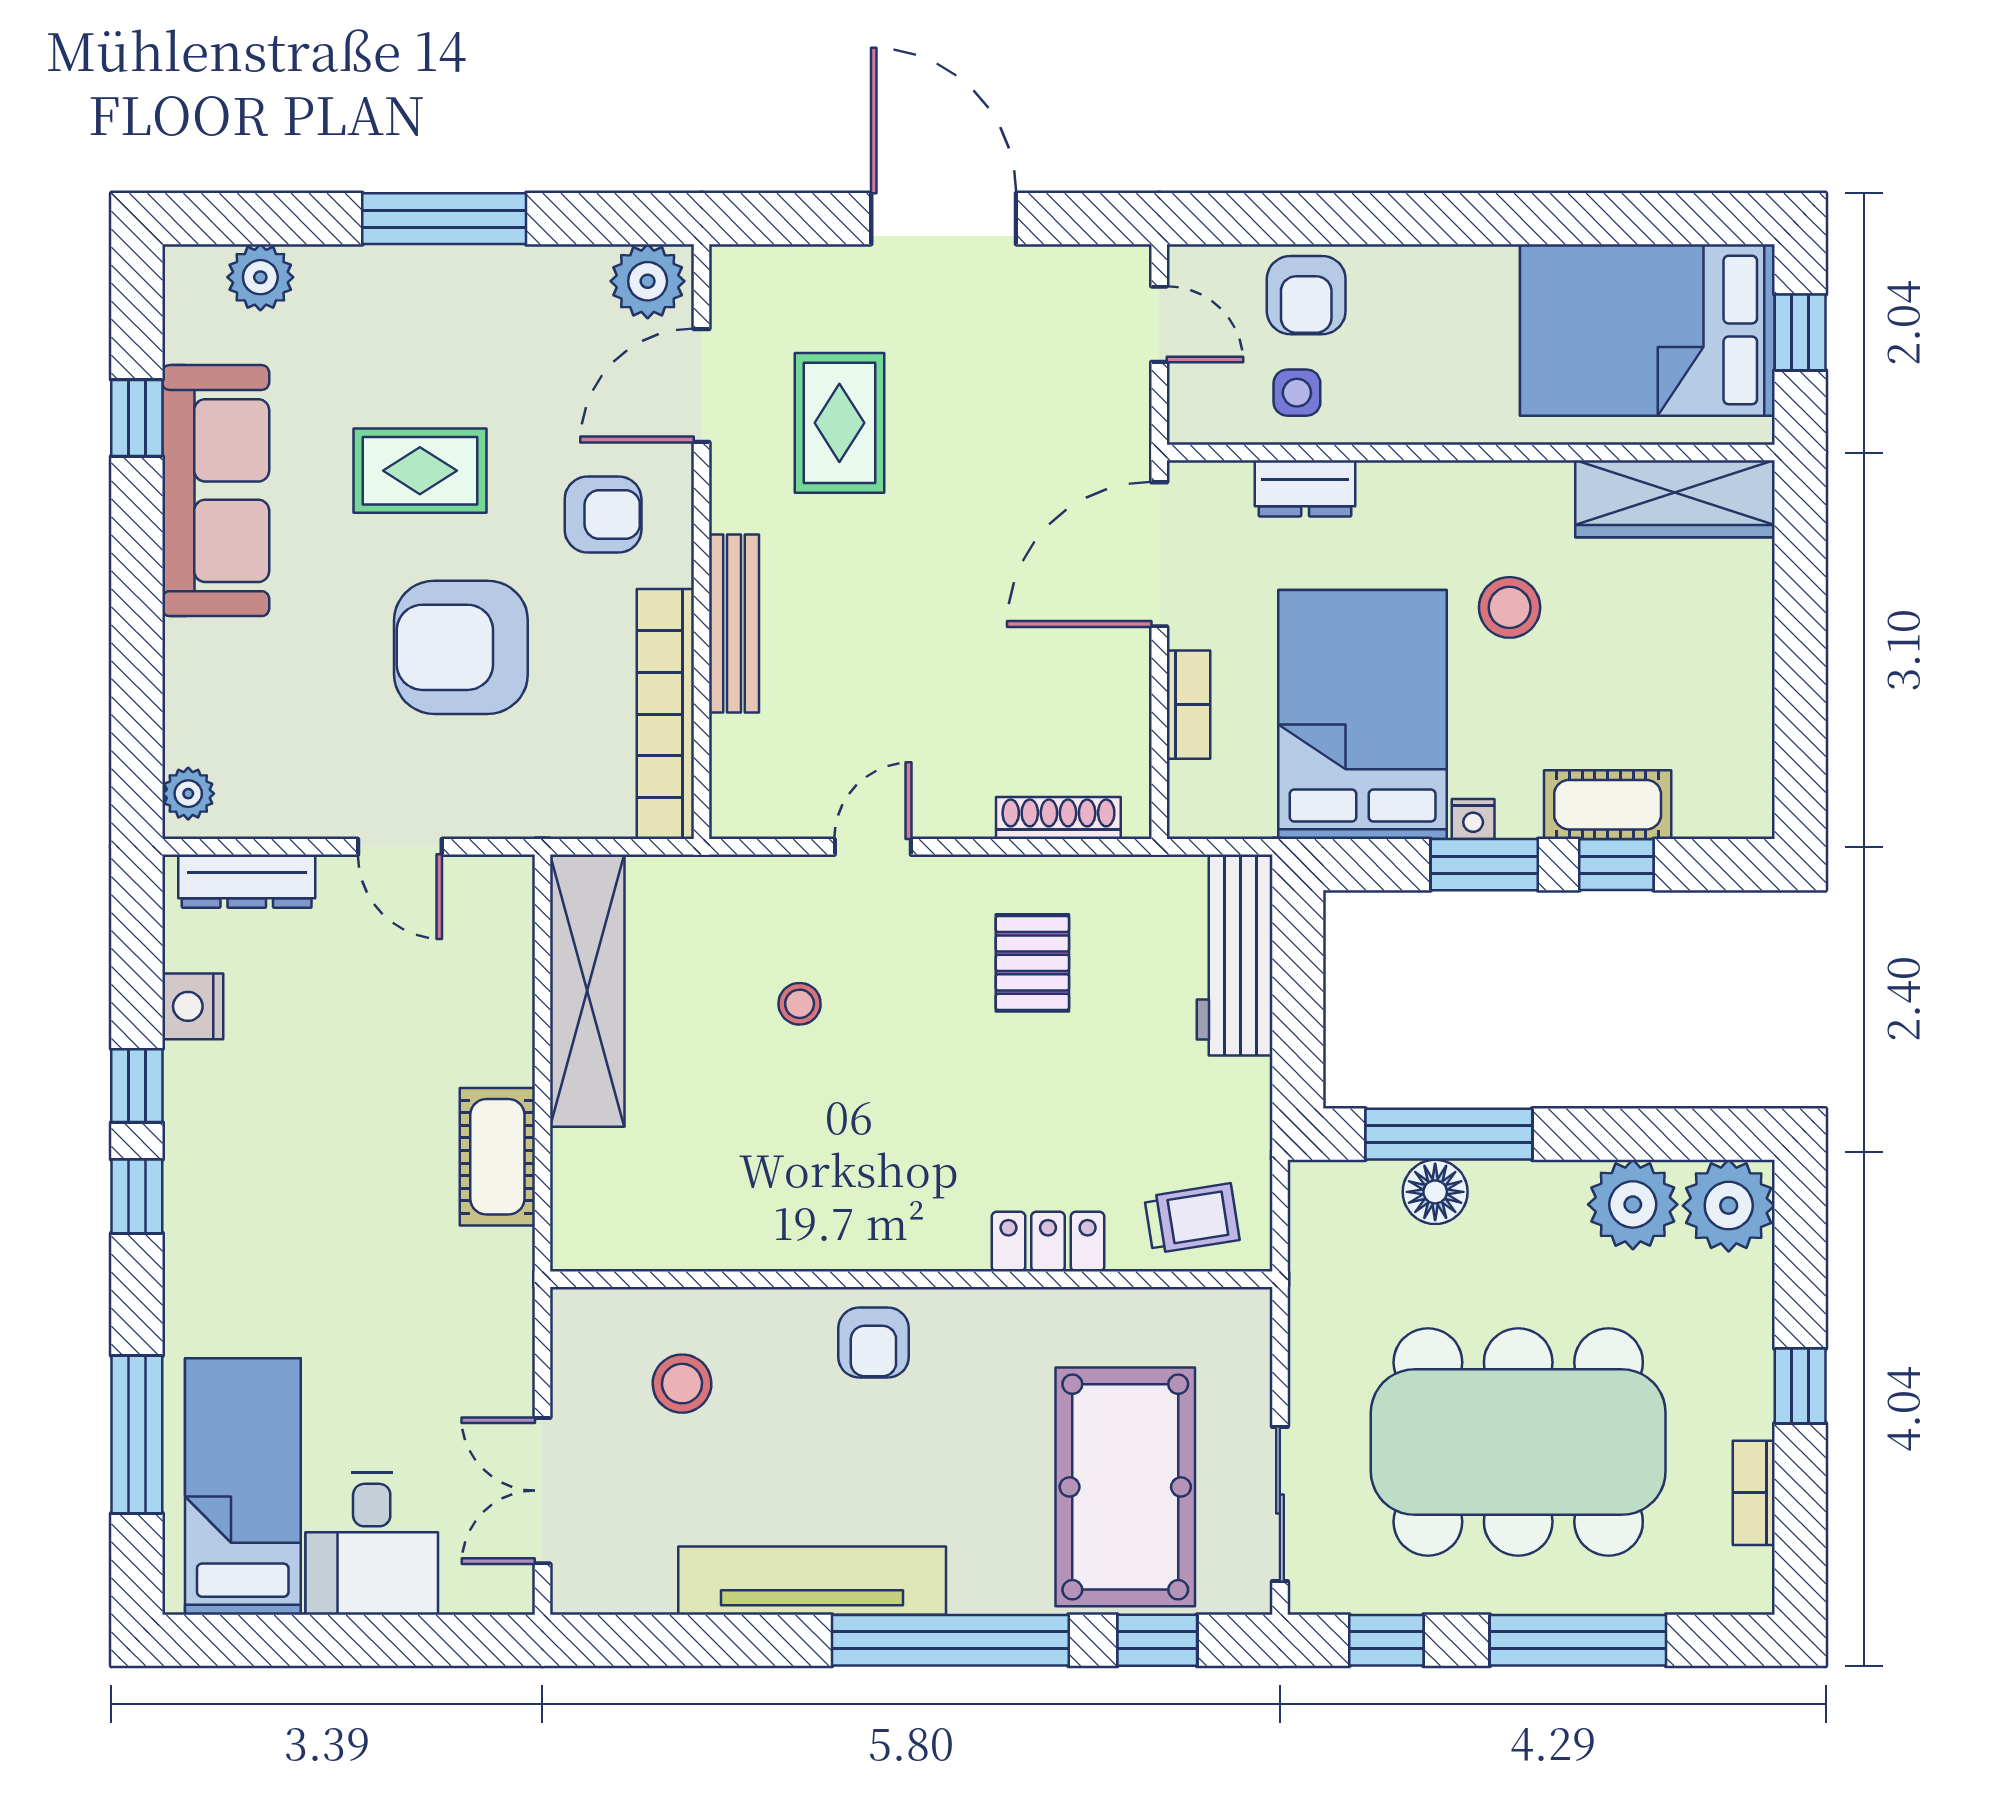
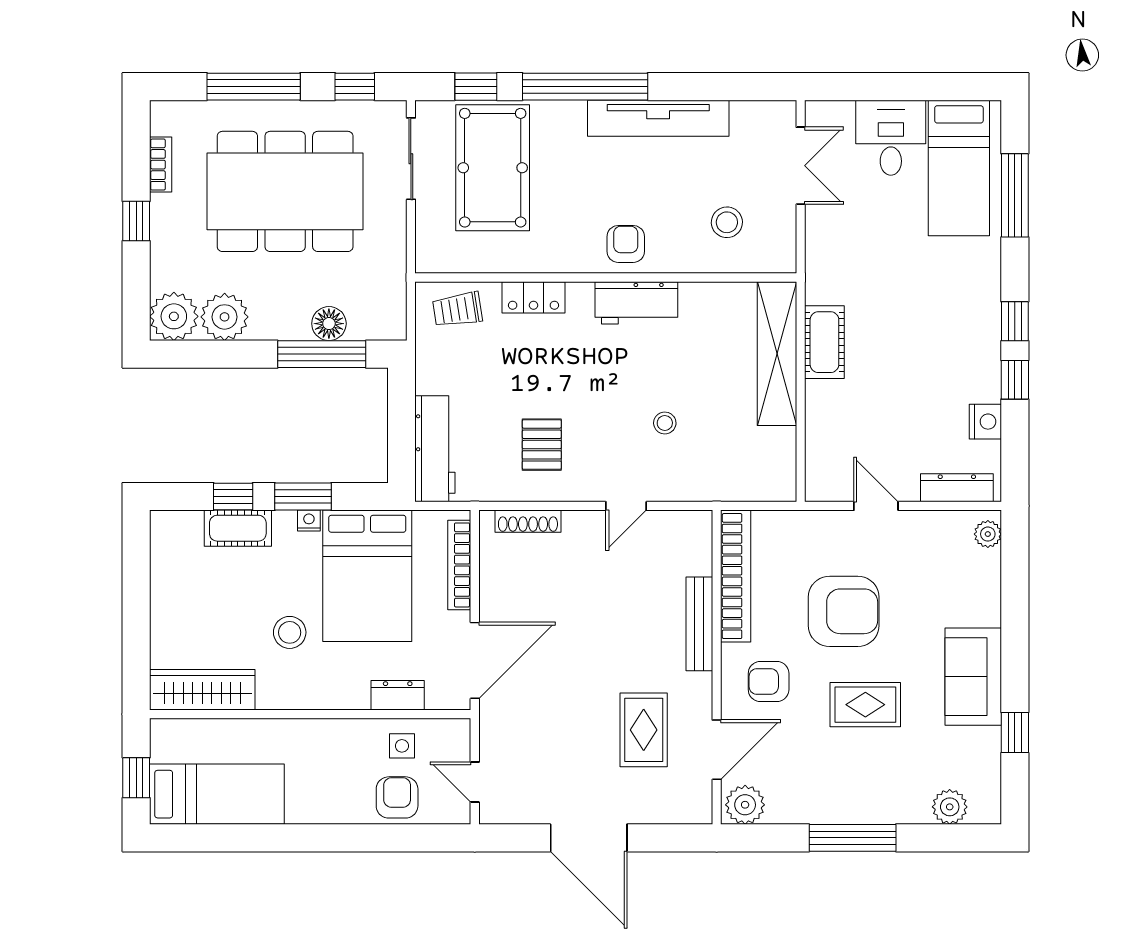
bed: (1647, 330) -> (217, 794), width x0.67
sofa: (216, 491) -> (973, 677), width x0.73
bookcase: (1189, 705) -> (459, 565), width x1.56
shelving: (587, 991) -> (777, 354), moved
workbench: (854, 1231) -> (636, 303), added

